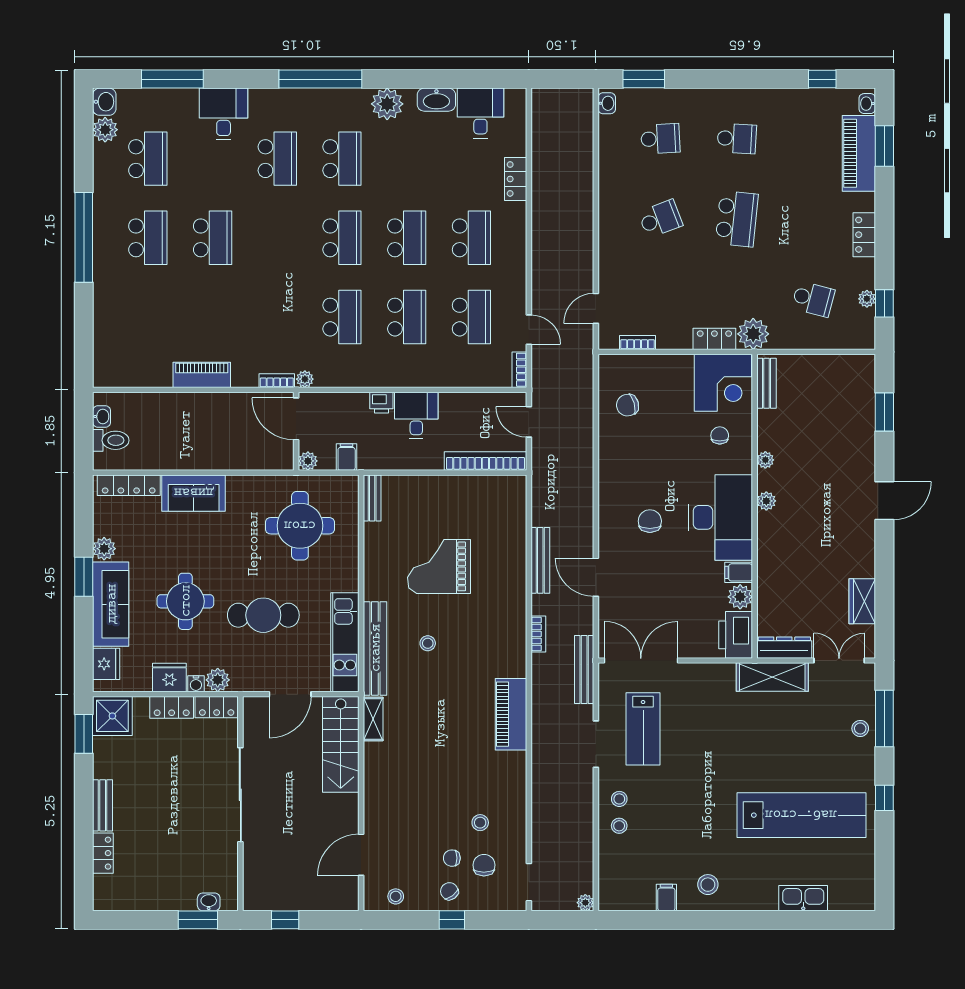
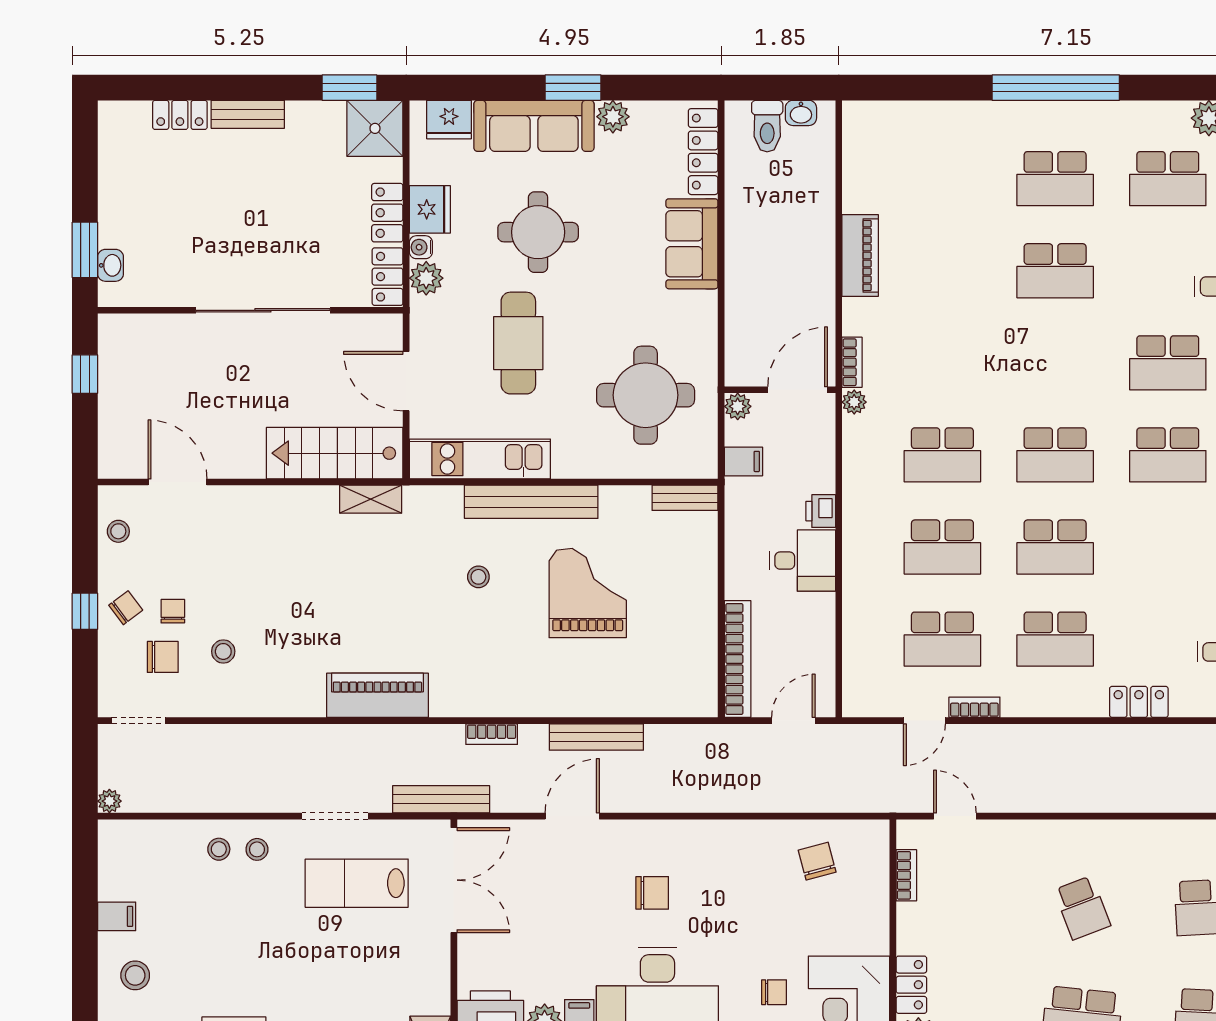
bookcase: (519, 370) -> (974, 707), moved
bench: (375, 648) -> (531, 502), moved

